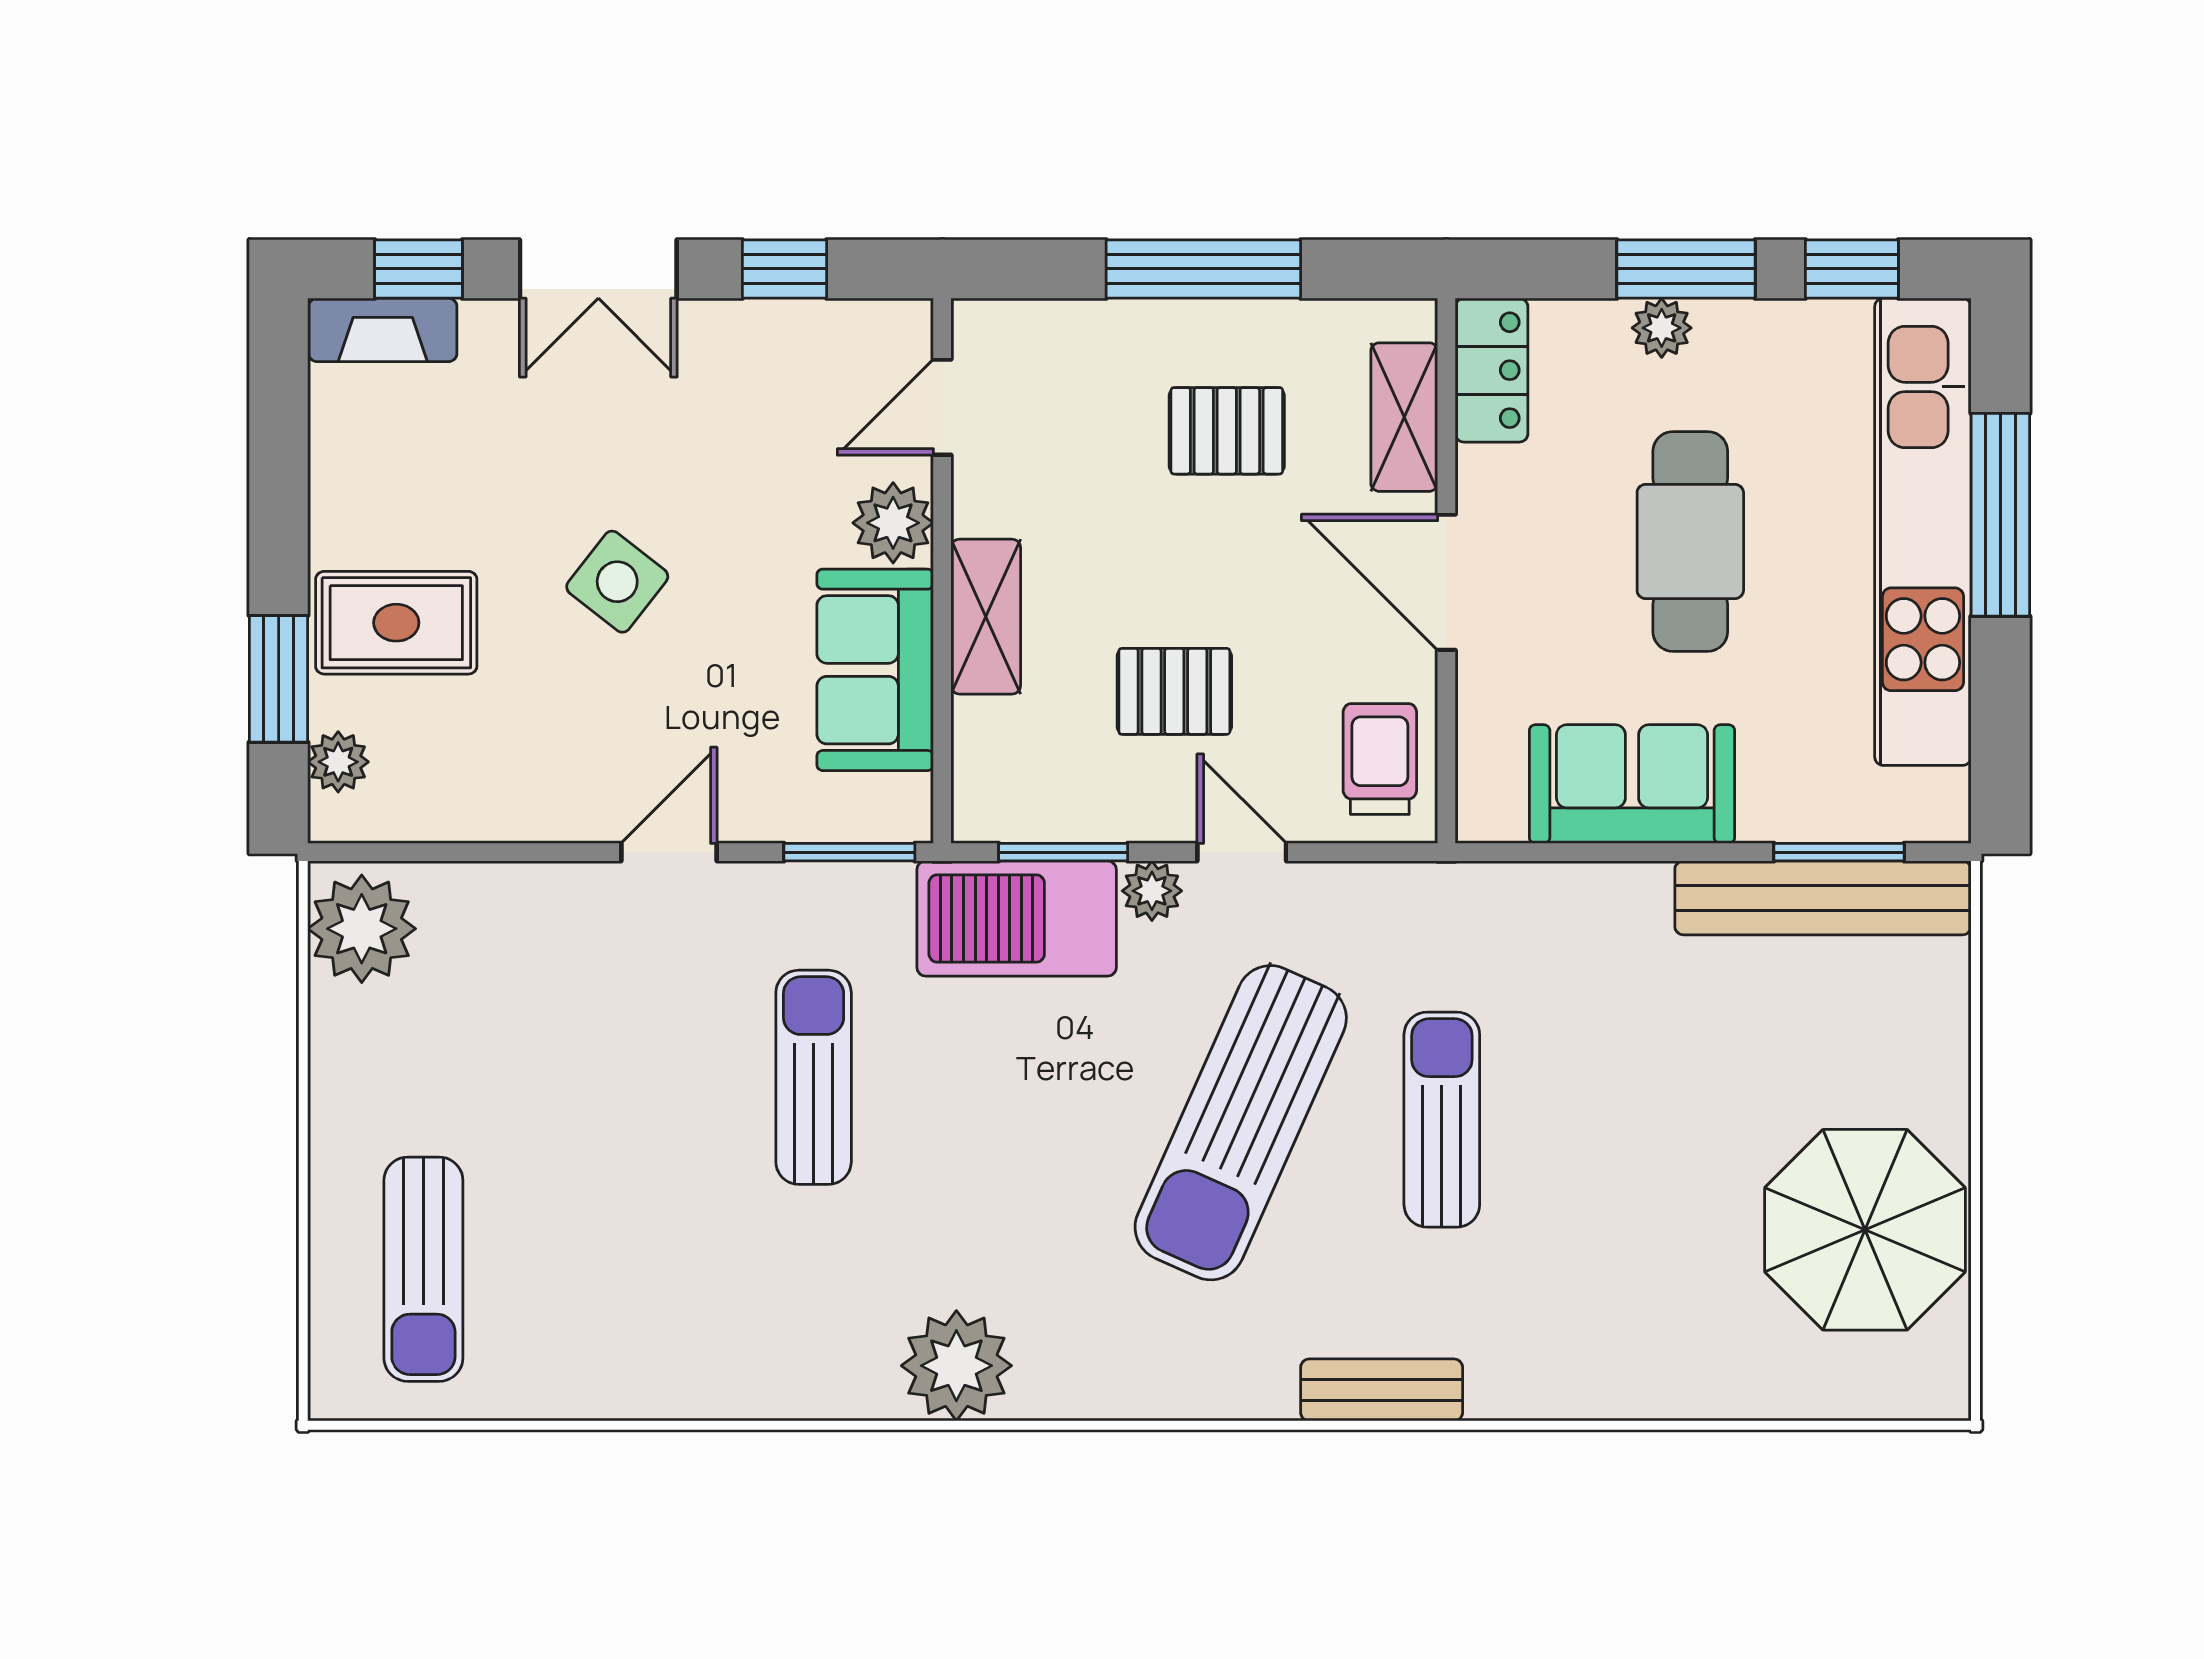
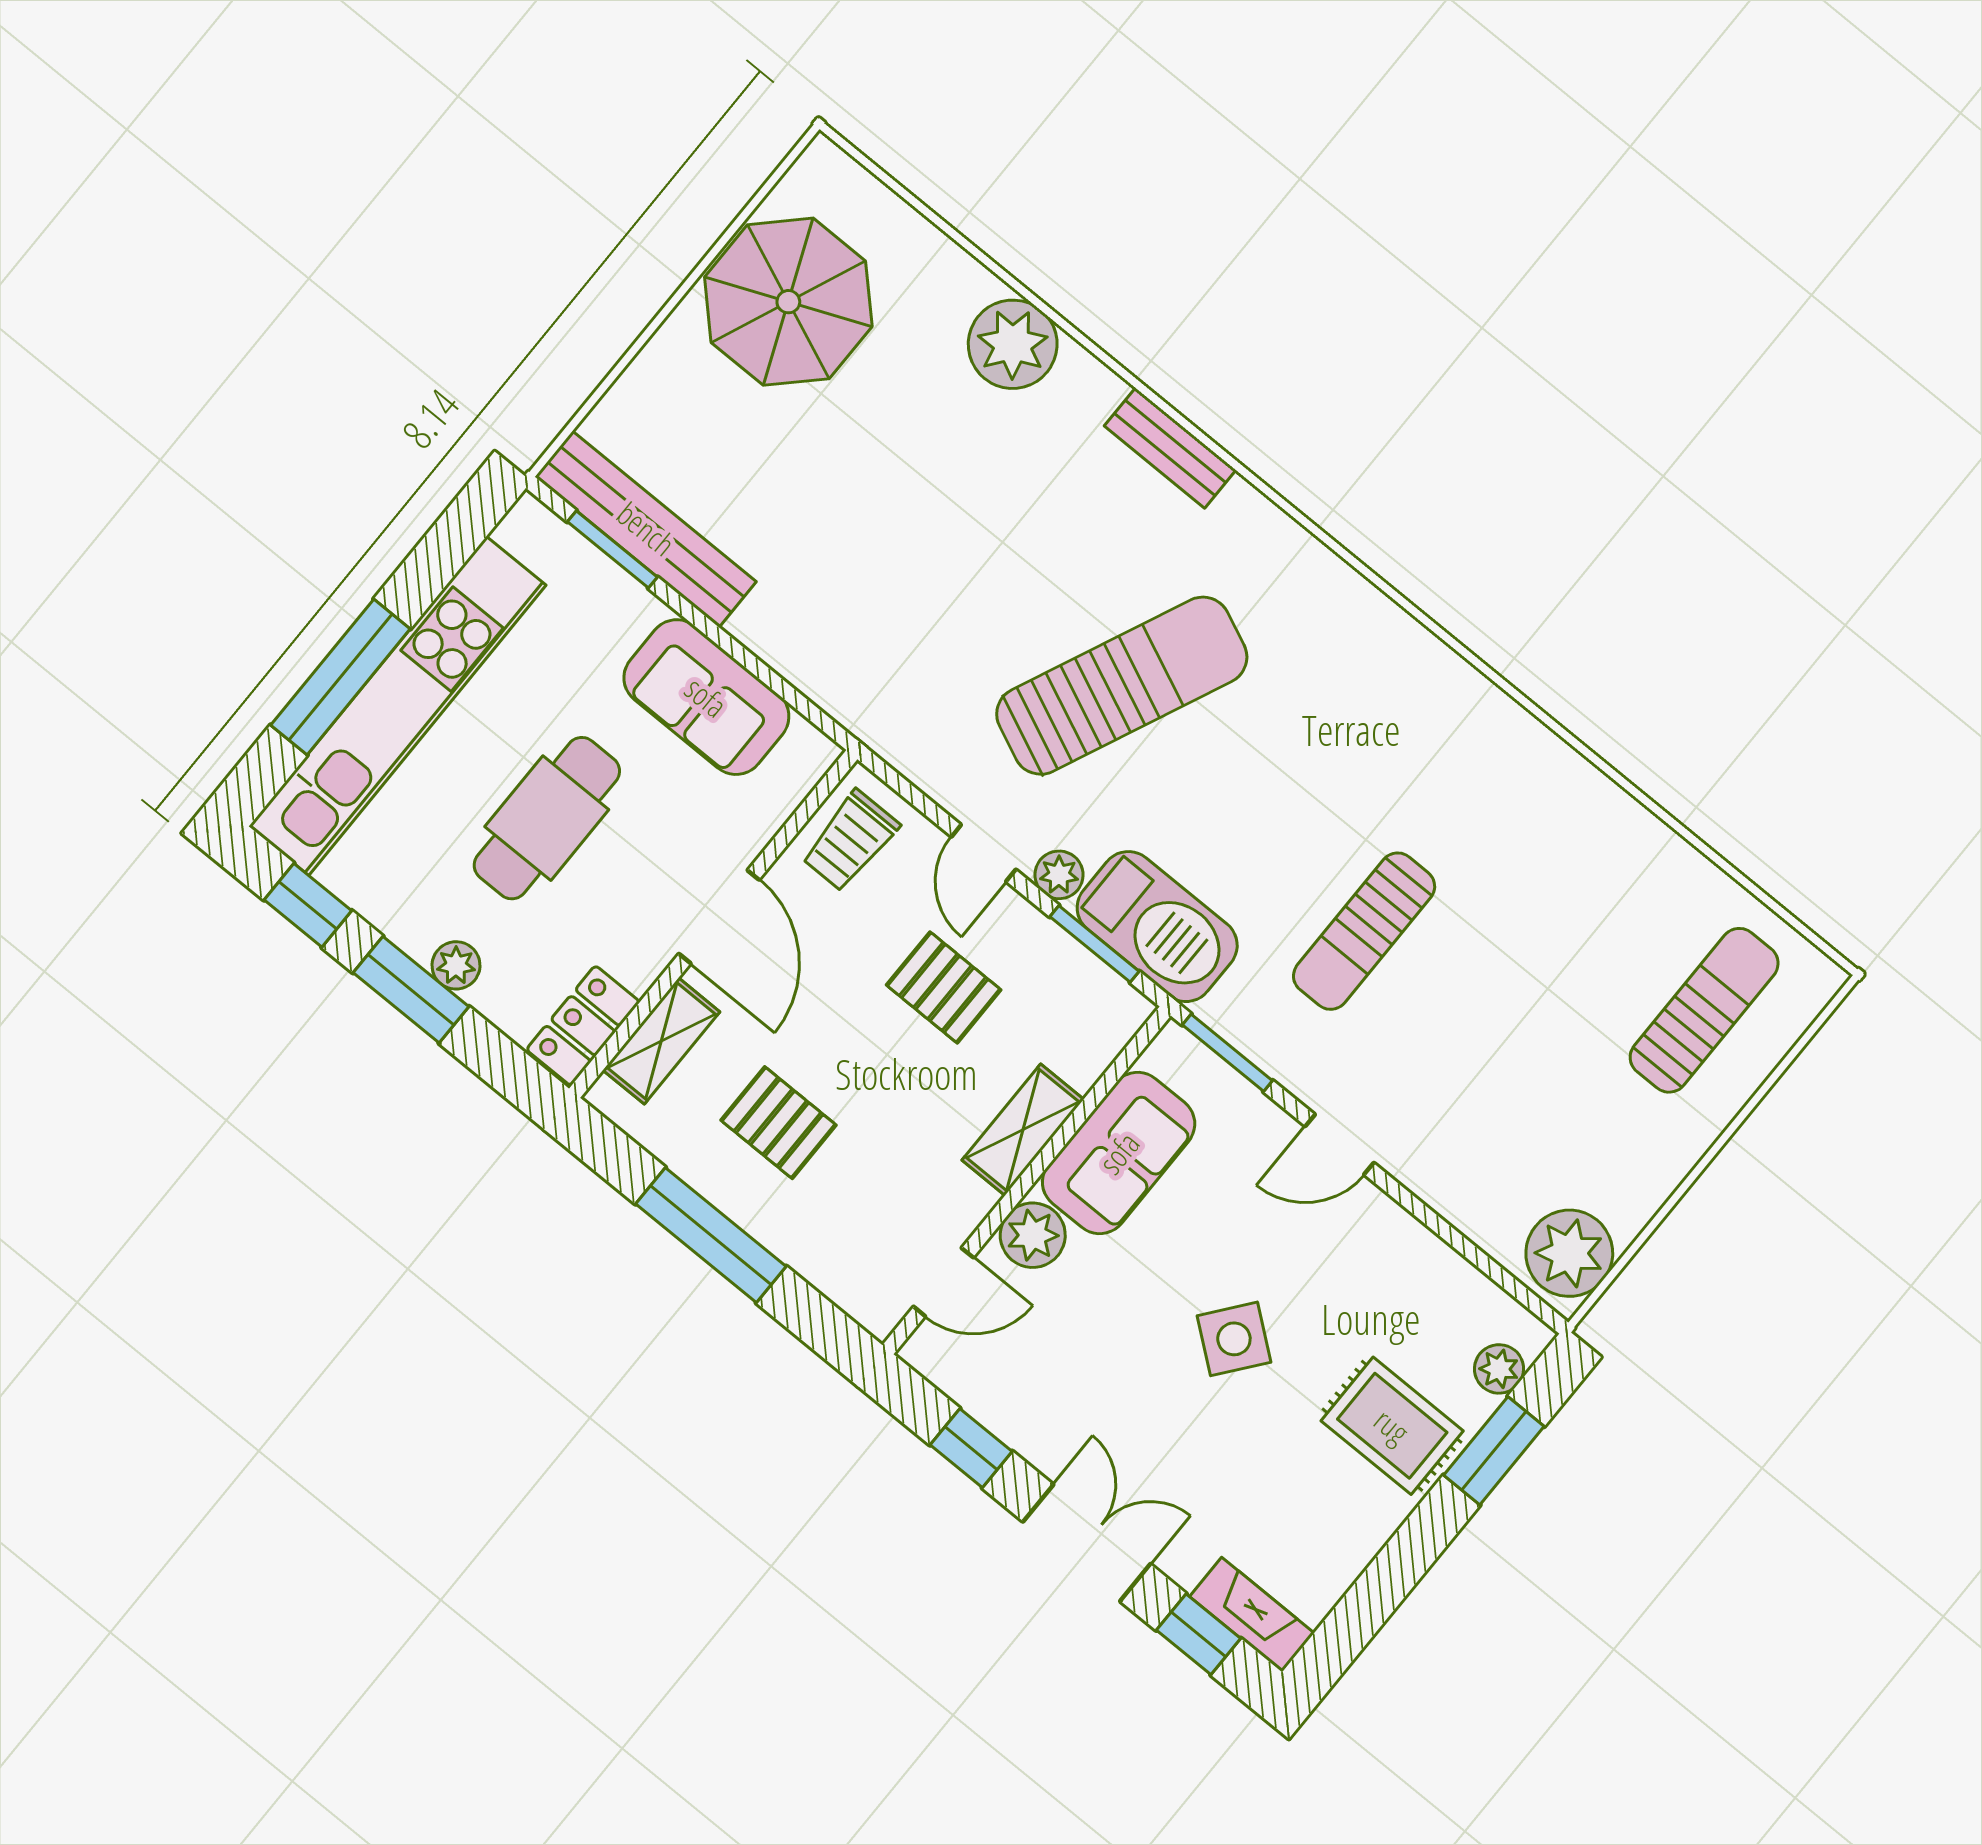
sun lounger: (1442, 1120) -> (995, 585), removed
plant: (956, 1366) -> (1013, 344), moved

